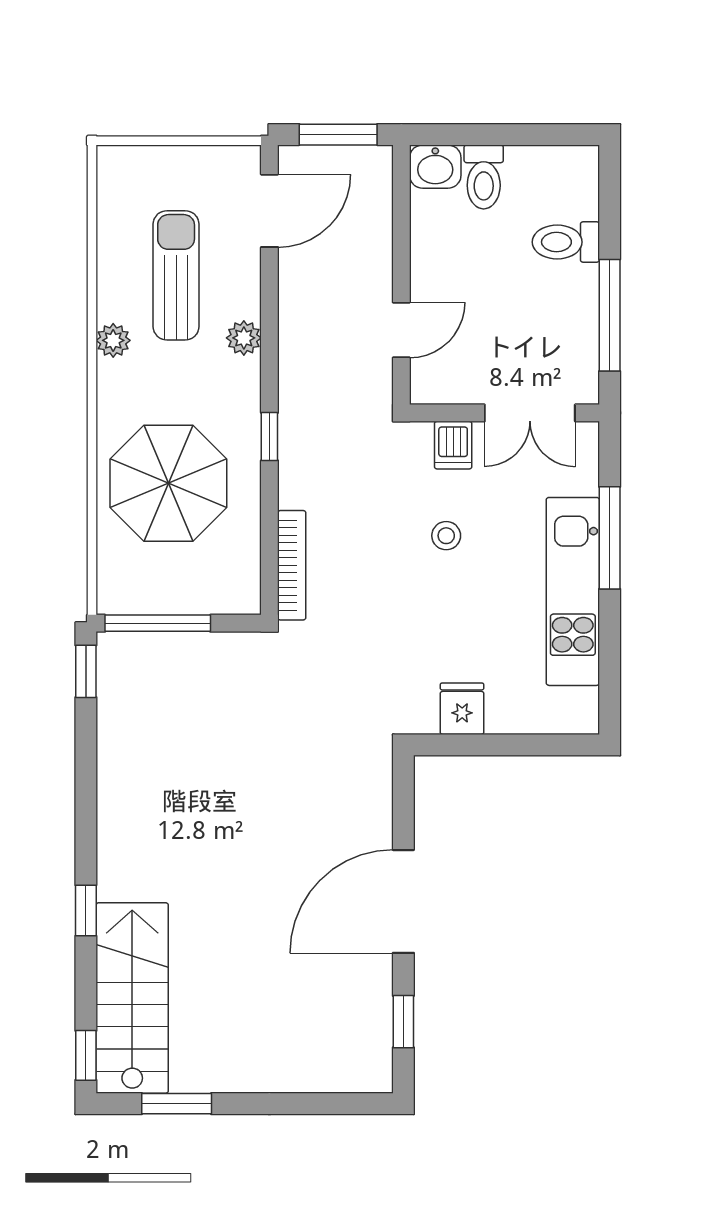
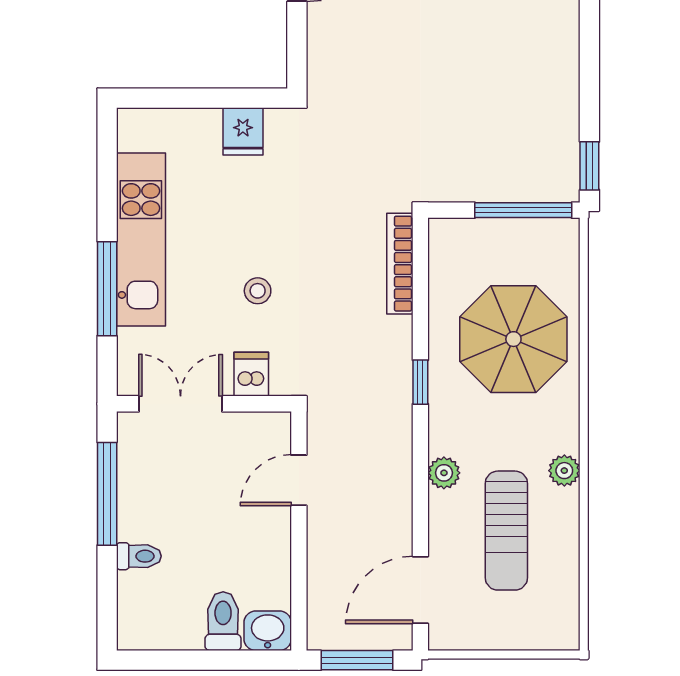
toilet: (566, 242) -> (139, 556), width x0.73, depth x0.72

